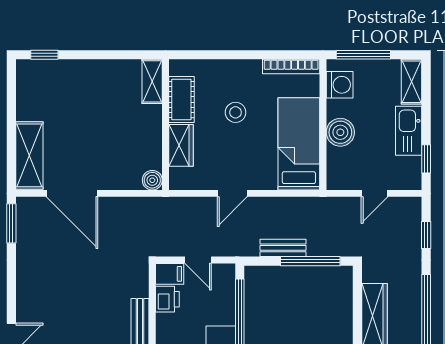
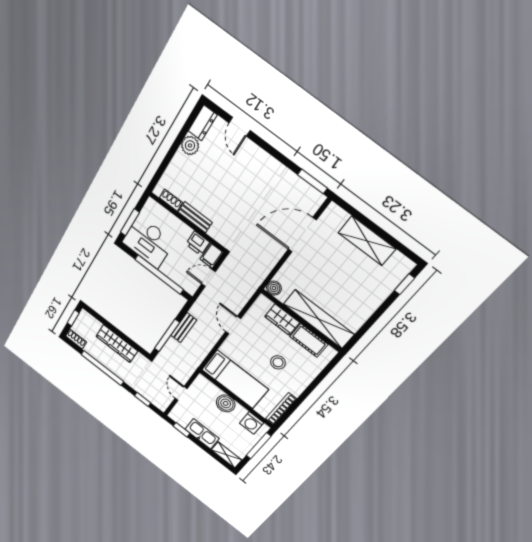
shelving: (152, 81) -> (319, 319), width x2.20, depth x1.33
shelving: (29, 155) -> (367, 241), moved

